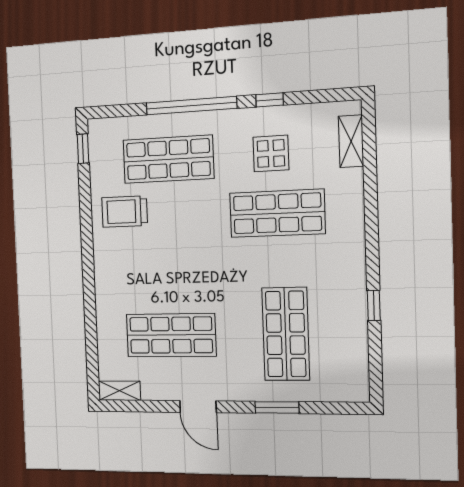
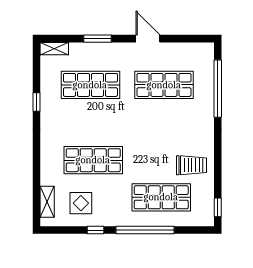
display table: (271, 153) -> (81, 203), moved
window: (91, 330) -> (218, 89), added
shop shelf: (286, 334) -> (90, 85), turned 90
shelving: (119, 391) -> (54, 49), moved

